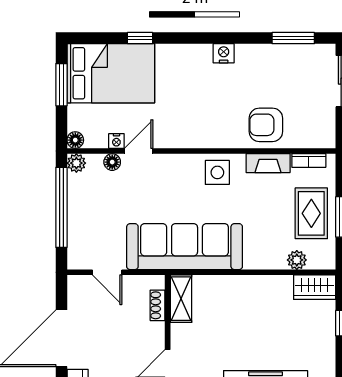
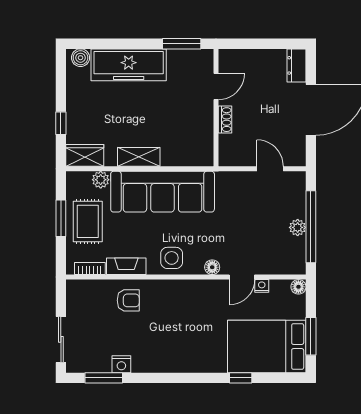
nightstand: (224, 53) -> (121, 364), moved
armchair: (266, 125) -> (128, 300), width x0.72, depth x0.72
floor lamp: (112, 162) -> (212, 267), moved
plant: (76, 163) -> (298, 227), moved
sofa: (185, 247) -> (163, 192), moved
shelving: (181, 299) -> (139, 157), moved, turned 90
shoe rack: (158, 305) -> (225, 120), moved

